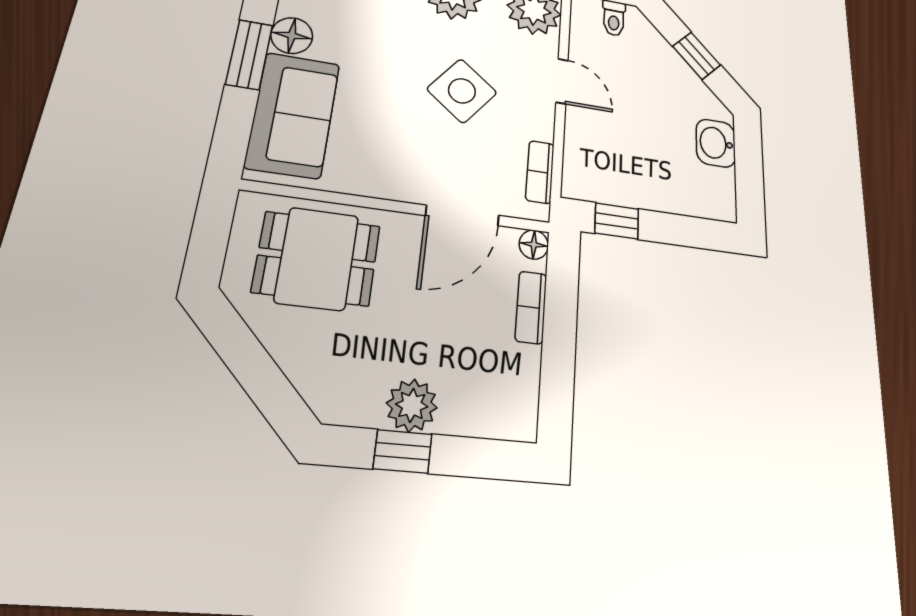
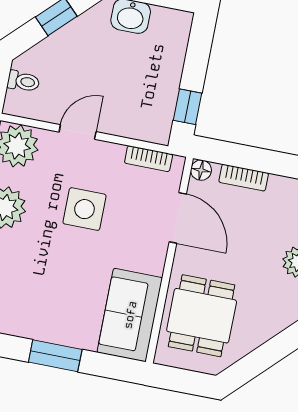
floor lamp: (292, 36) -> (40, 327), removed
side table: (462, 91) -> (84, 209), turned -38
sofa: (293, 115) -> (130, 315), moved, turned -90

